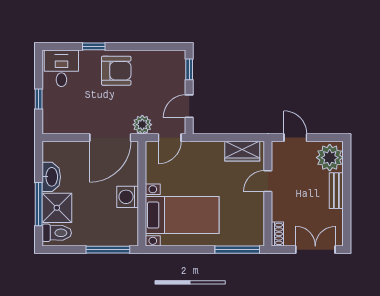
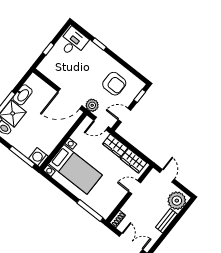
armchair: (116, 71) -> (114, 84), moved
wardrobe: (207, 151) -> (115, 146), added
washing machine: (128, 197) -> (38, 157), moved

